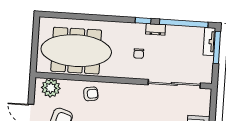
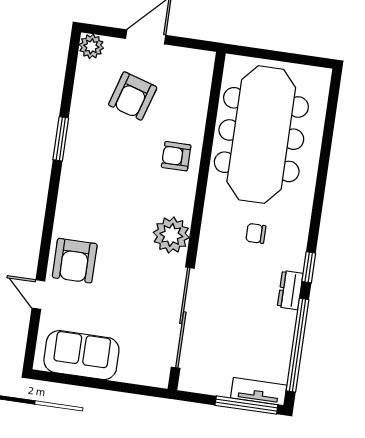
chair: (139, 54) -> (256, 233), moved
plant: (51, 88) -> (171, 235), moved
armchair: (91, 94) -> (176, 156), turned 98

